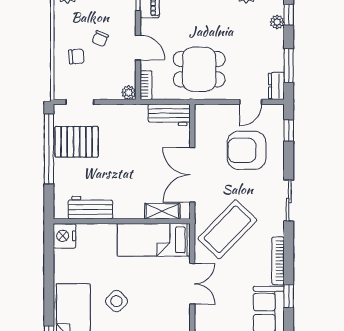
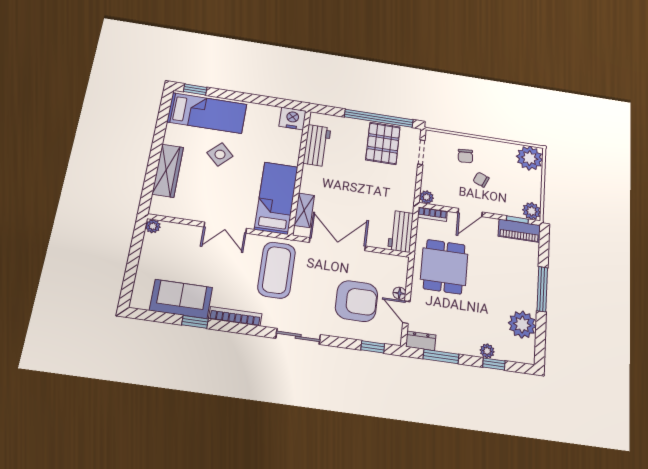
floor lamp: (233, 110) -> (399, 293), added
armchair: (247, 150) -> (357, 301), turned 90
coffee table: (227, 229) -> (277, 270), turned 46

